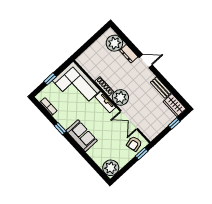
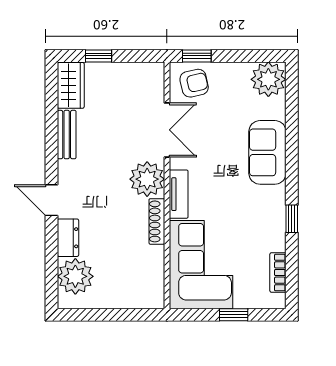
sofa: (82, 136) -> (267, 152), moved

